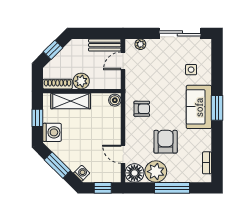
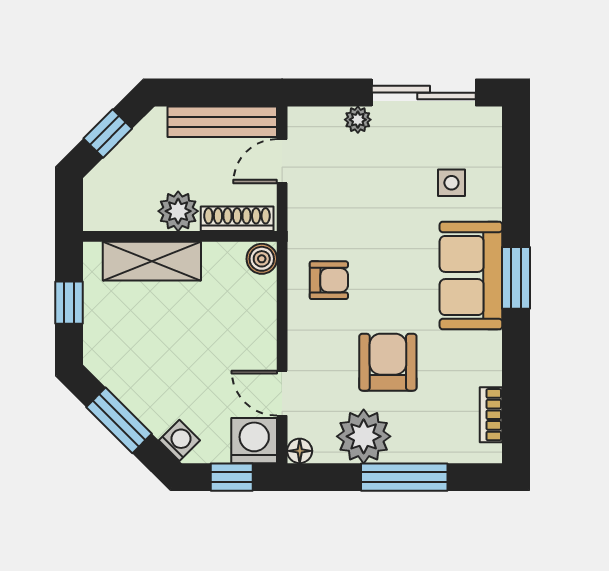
plant: (140, 44) -> (358, 120), moved
bench: (105, 45) -> (222, 122), width x1.36
shoe rack: (58, 84) -> (237, 219), moved
washing machine: (52, 132) -> (254, 441), moved, turned -90
floor lamp: (134, 173) -> (300, 451), width x0.53, depth x0.53

